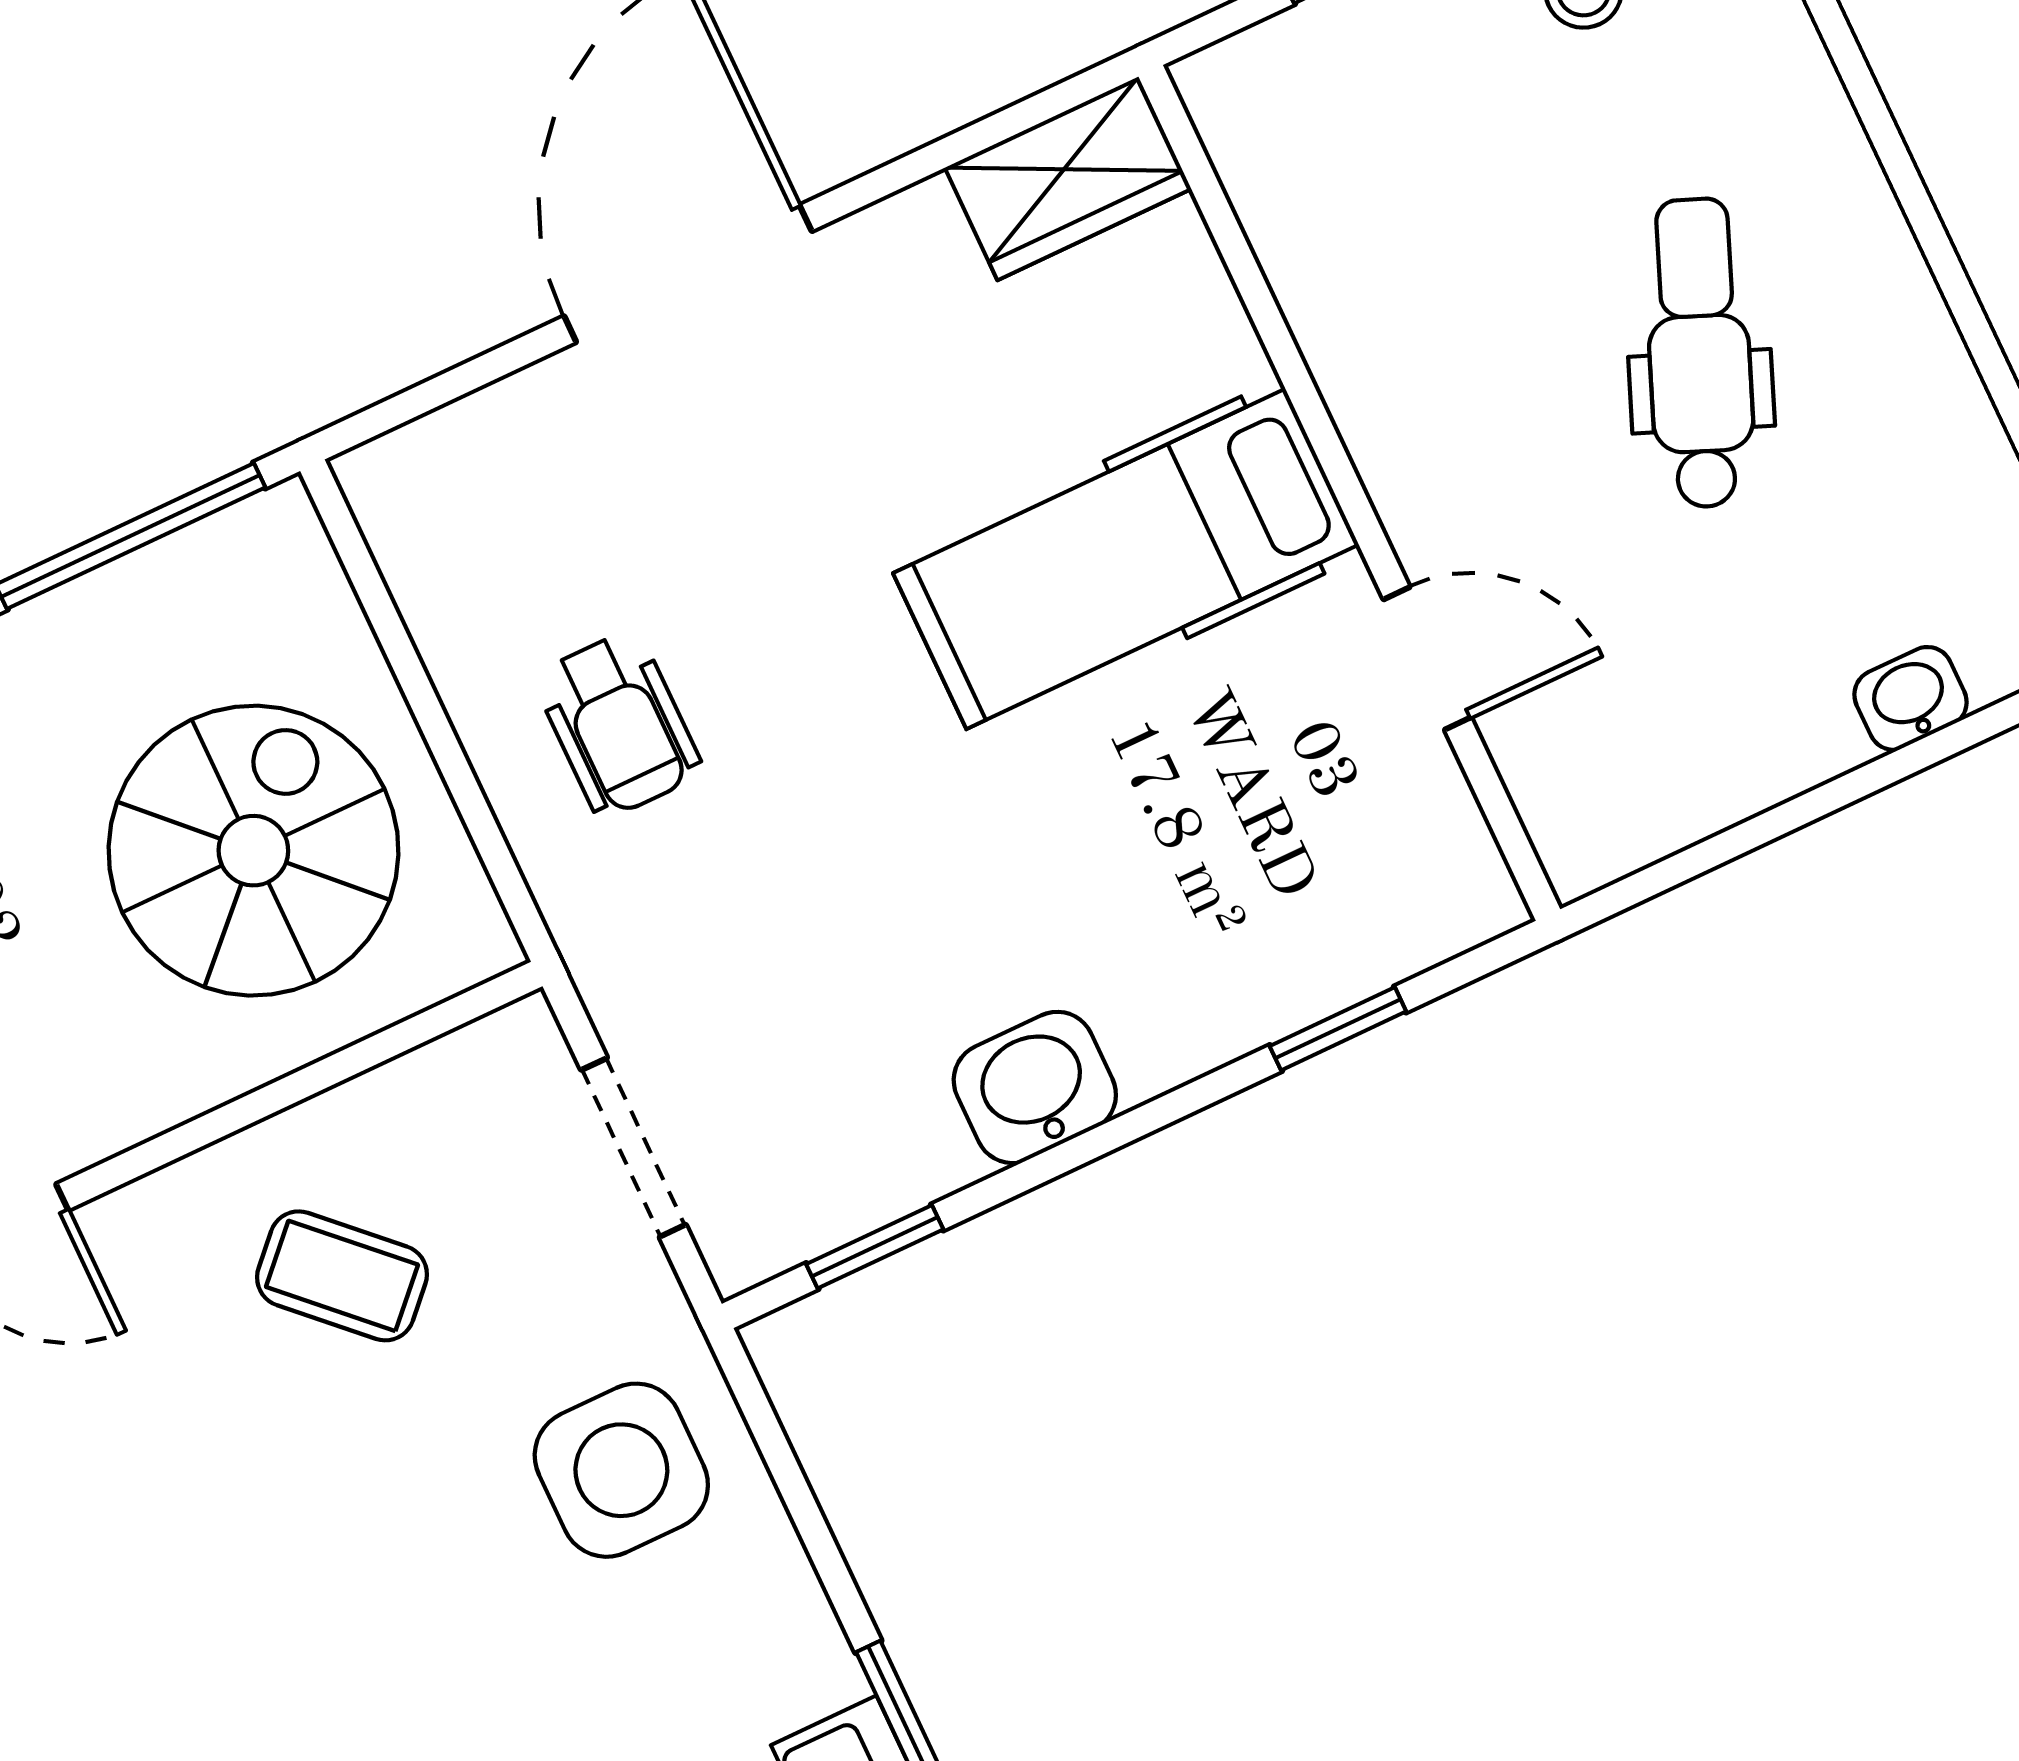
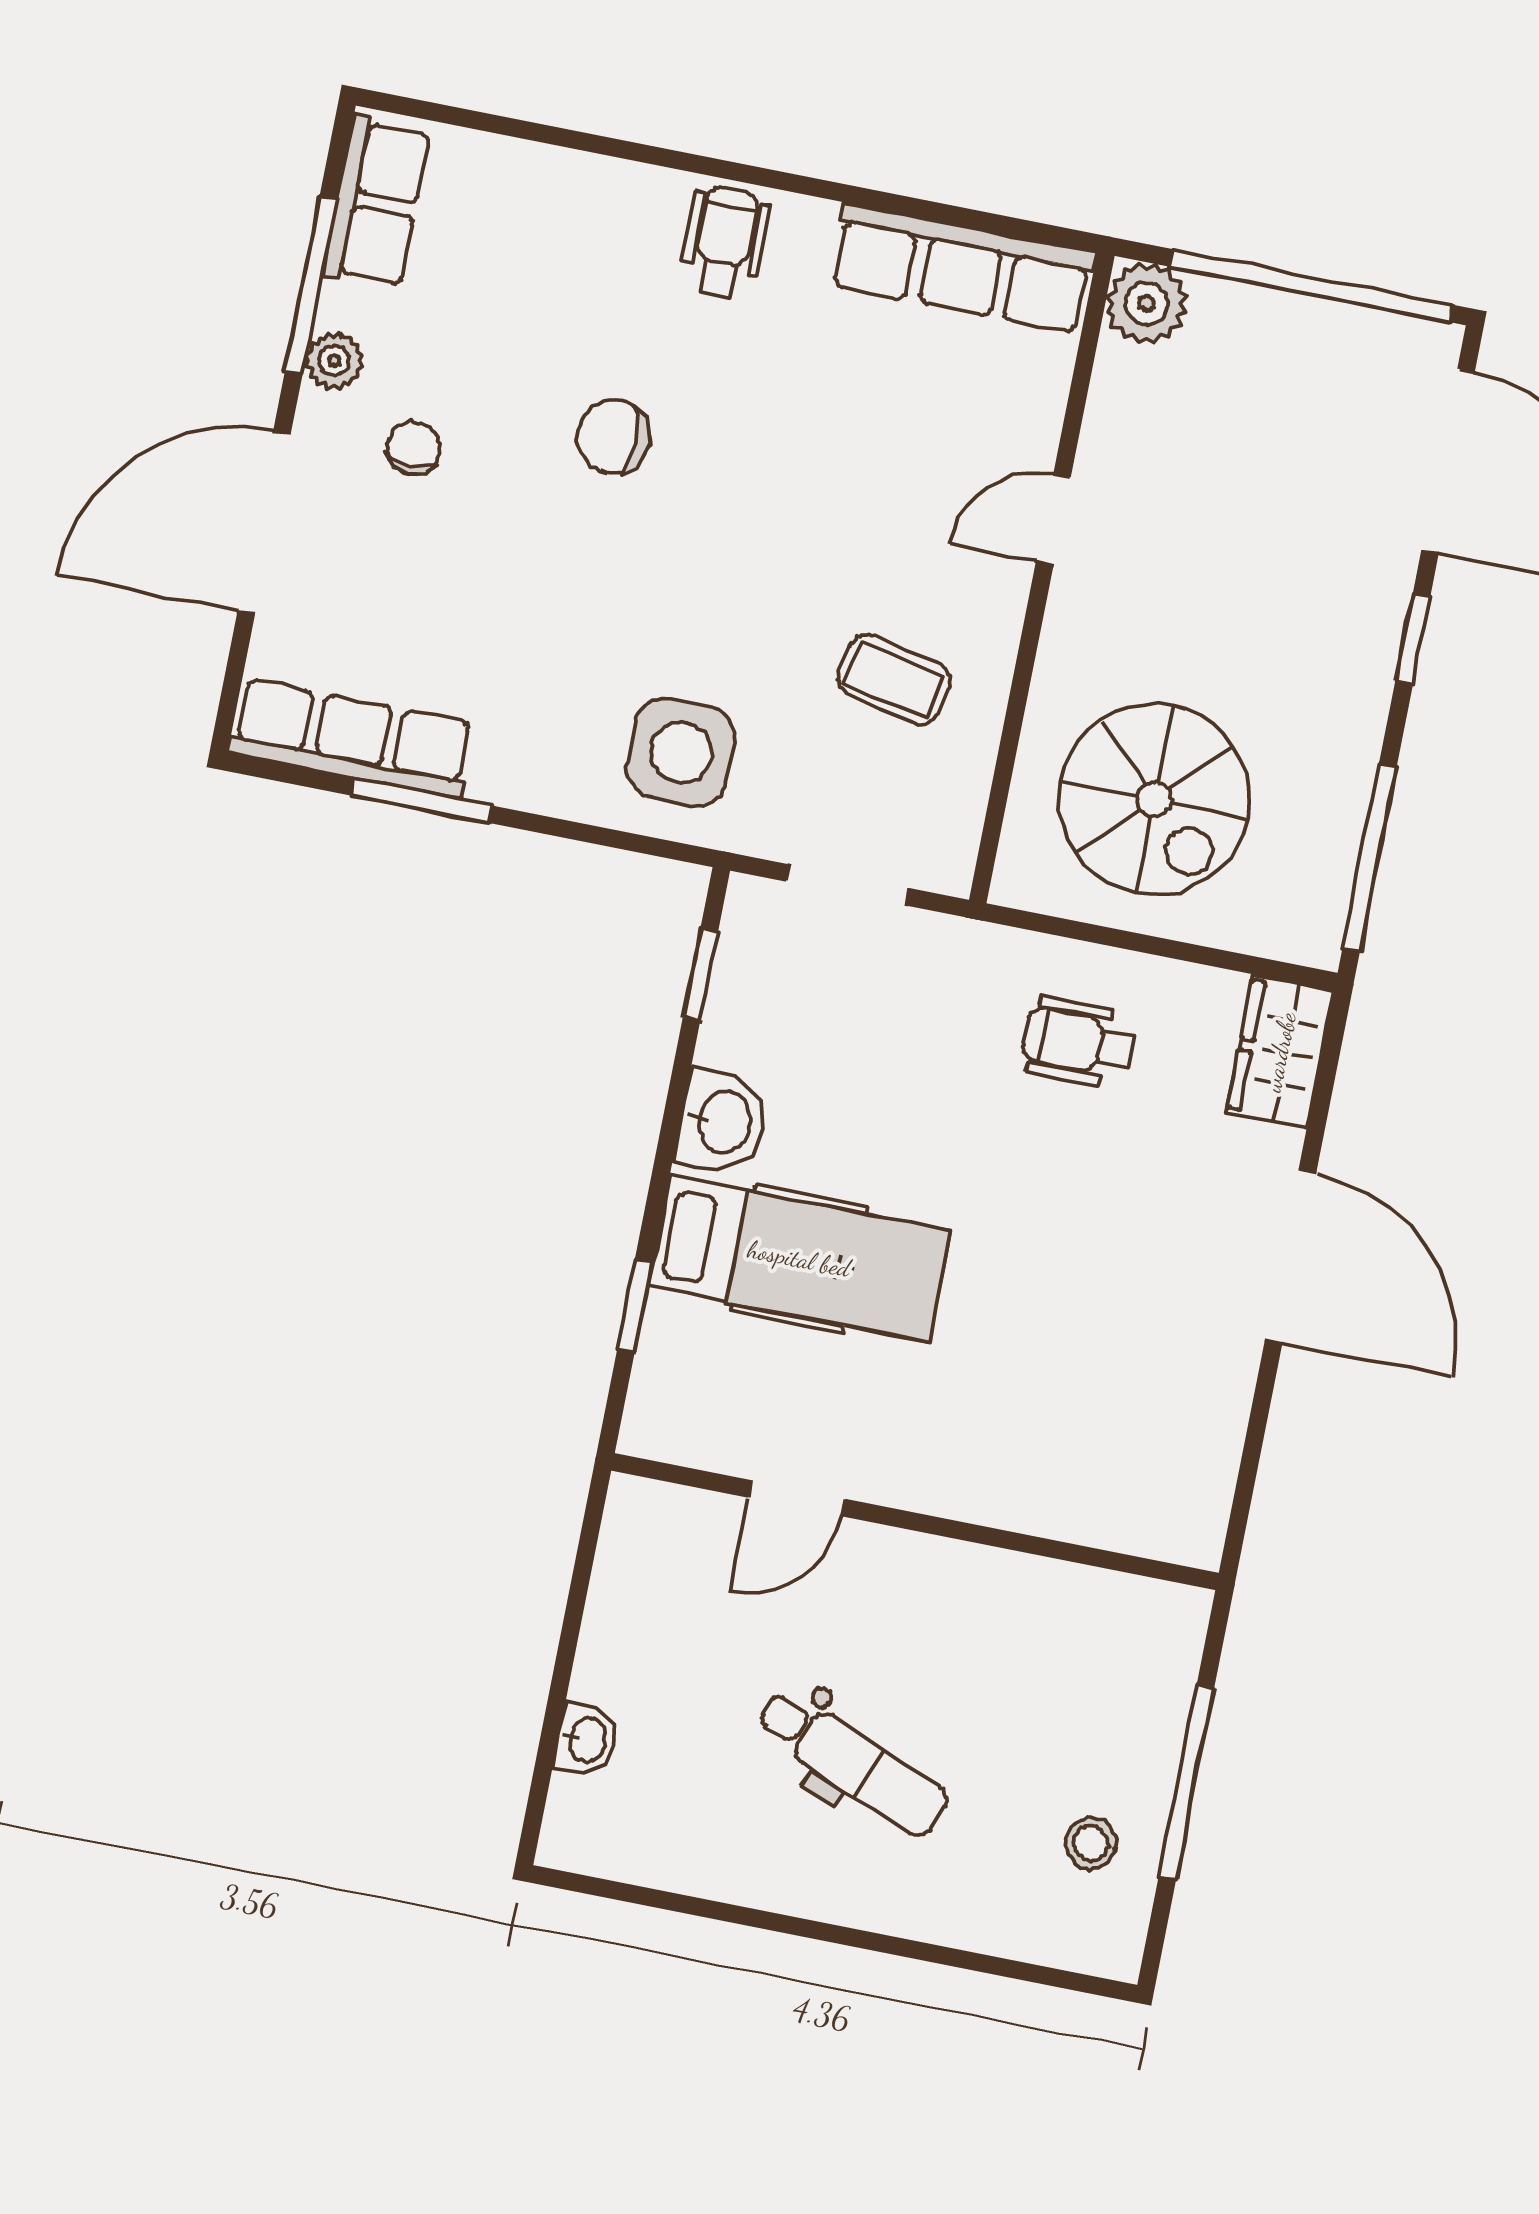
wardrobe: (1068, 178) -> (1280, 1052), moved
hospital bed: (1126, 559) -> (799, 1259), moved, turned 90
coffee table: (342, 1276) -> (894, 680), turned 58

